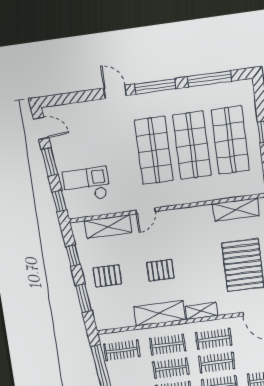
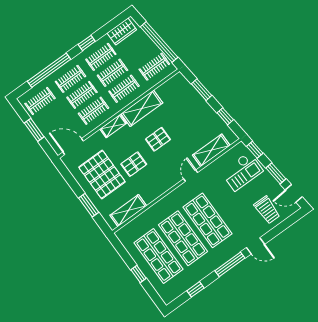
window: (209, 79) -> (195, 289), width x0.46
trolley: (81, 126) -> (267, 210), added
pallet: (107, 276) -> (134, 164), moved

